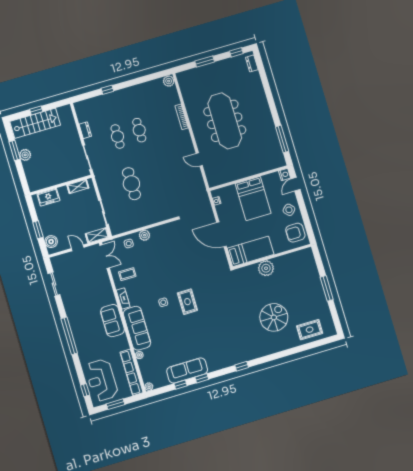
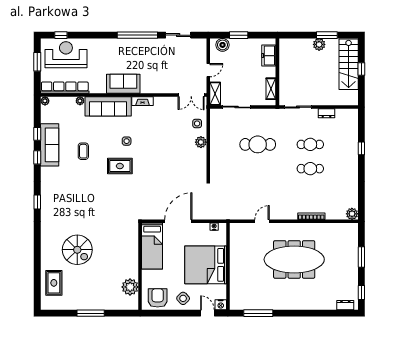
bed: (253, 199) -> (206, 265), width x1.36
plant: (266, 268) -> (130, 287), moved
coffee table: (127, 274) -> (83, 151), moved
window: (69, 336) -> (137, 35), moved

